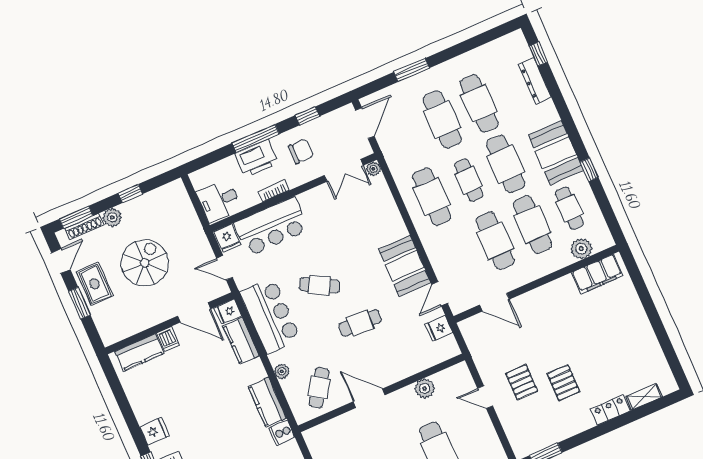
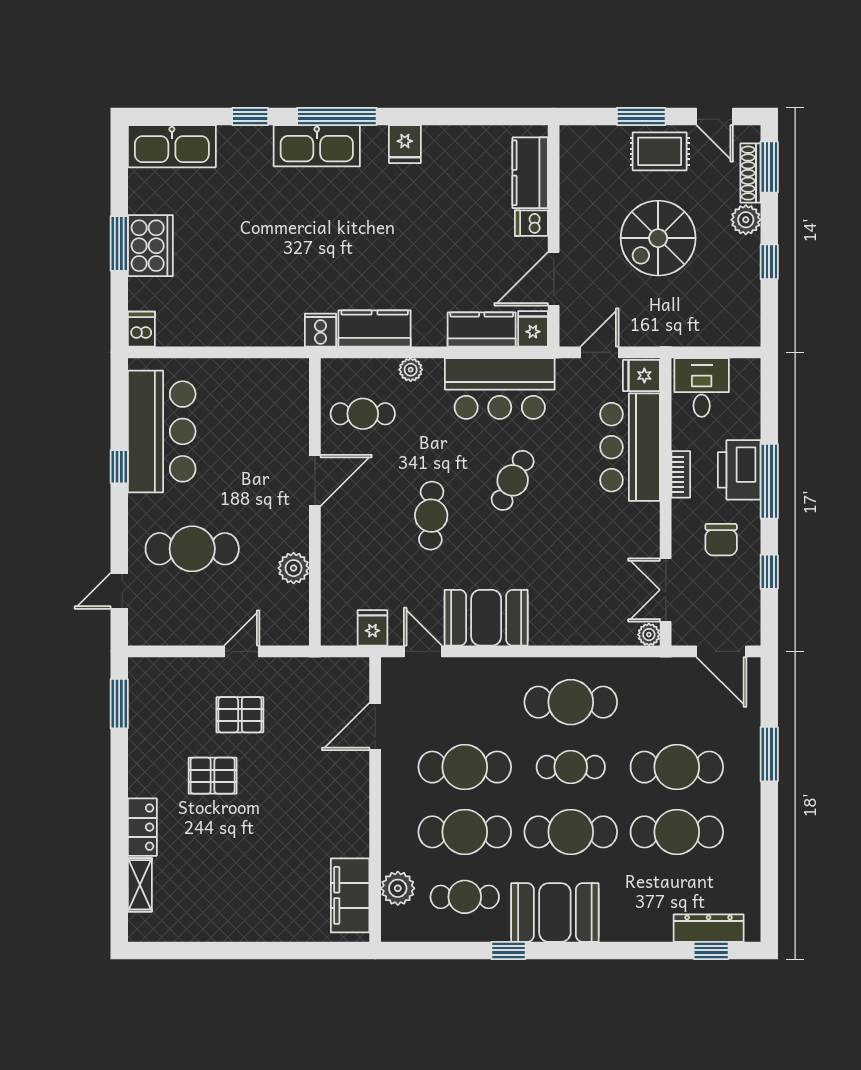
dresser: (535, 81) -> (709, 928), moved
spiral stairs: (145, 263) -> (658, 238), turned 90
cafe table: (319, 388) -> (363, 414), turned -35

